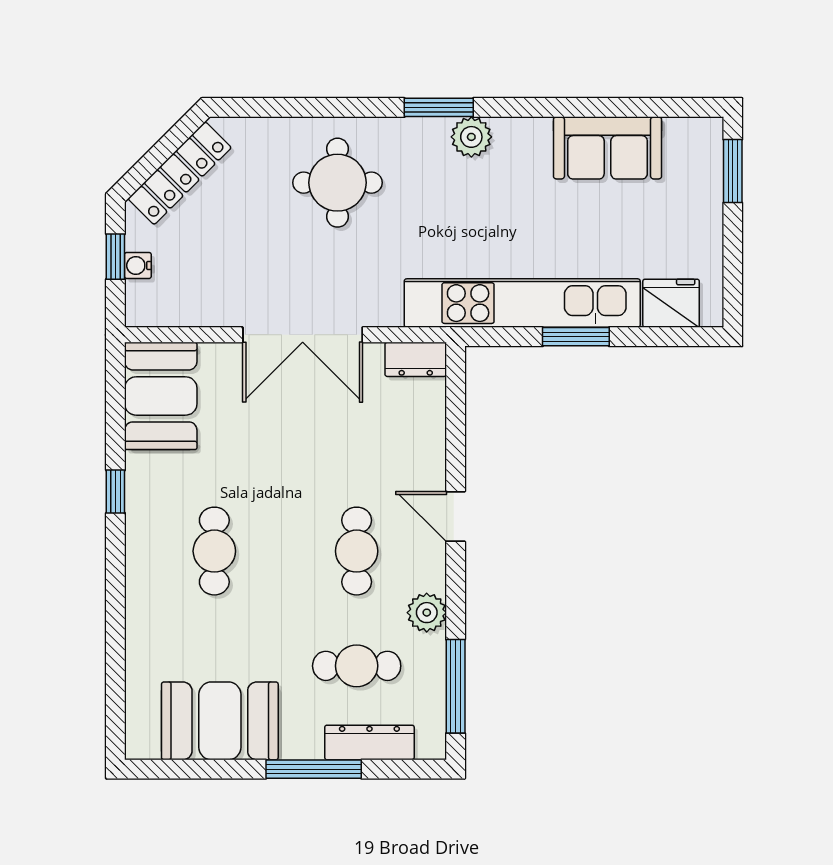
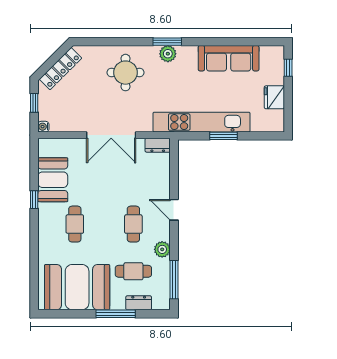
plant: (471, 137) -> (168, 54), moved
sofa: (608, 148) -> (229, 58), width x1.36
window: (733, 171) -> (288, 68), width x0.67
water cooler: (138, 265) -> (43, 127), moved
fridge: (671, 303) -> (274, 97), moved, turned -90
booth: (161, 396) -> (53, 180), moved
booth: (220, 721) -> (77, 287), width x1.36, depth x1.42
dresser: (369, 742) -> (139, 303), width x0.70

